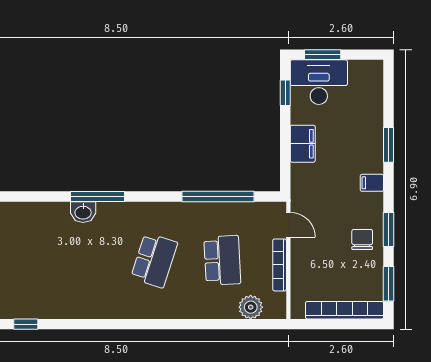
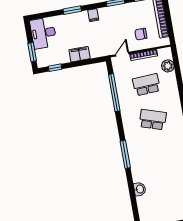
desk: (319, 82) -> (43, 33), moved
washbasin: (83, 212) -> (140, 189), moved
chair: (362, 239) -> (141, 34), moved

